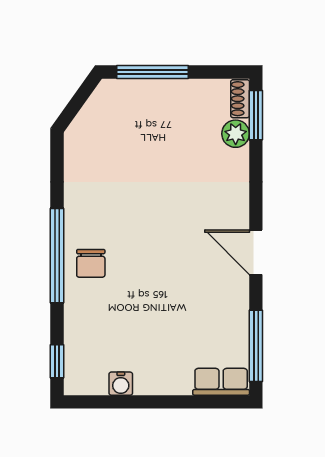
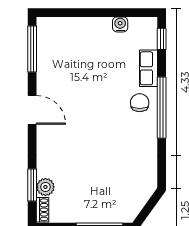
window: (256, 115) -> (32, 185), moved
row of seats: (221, 382) -> (149, 68), moved, turned 90

